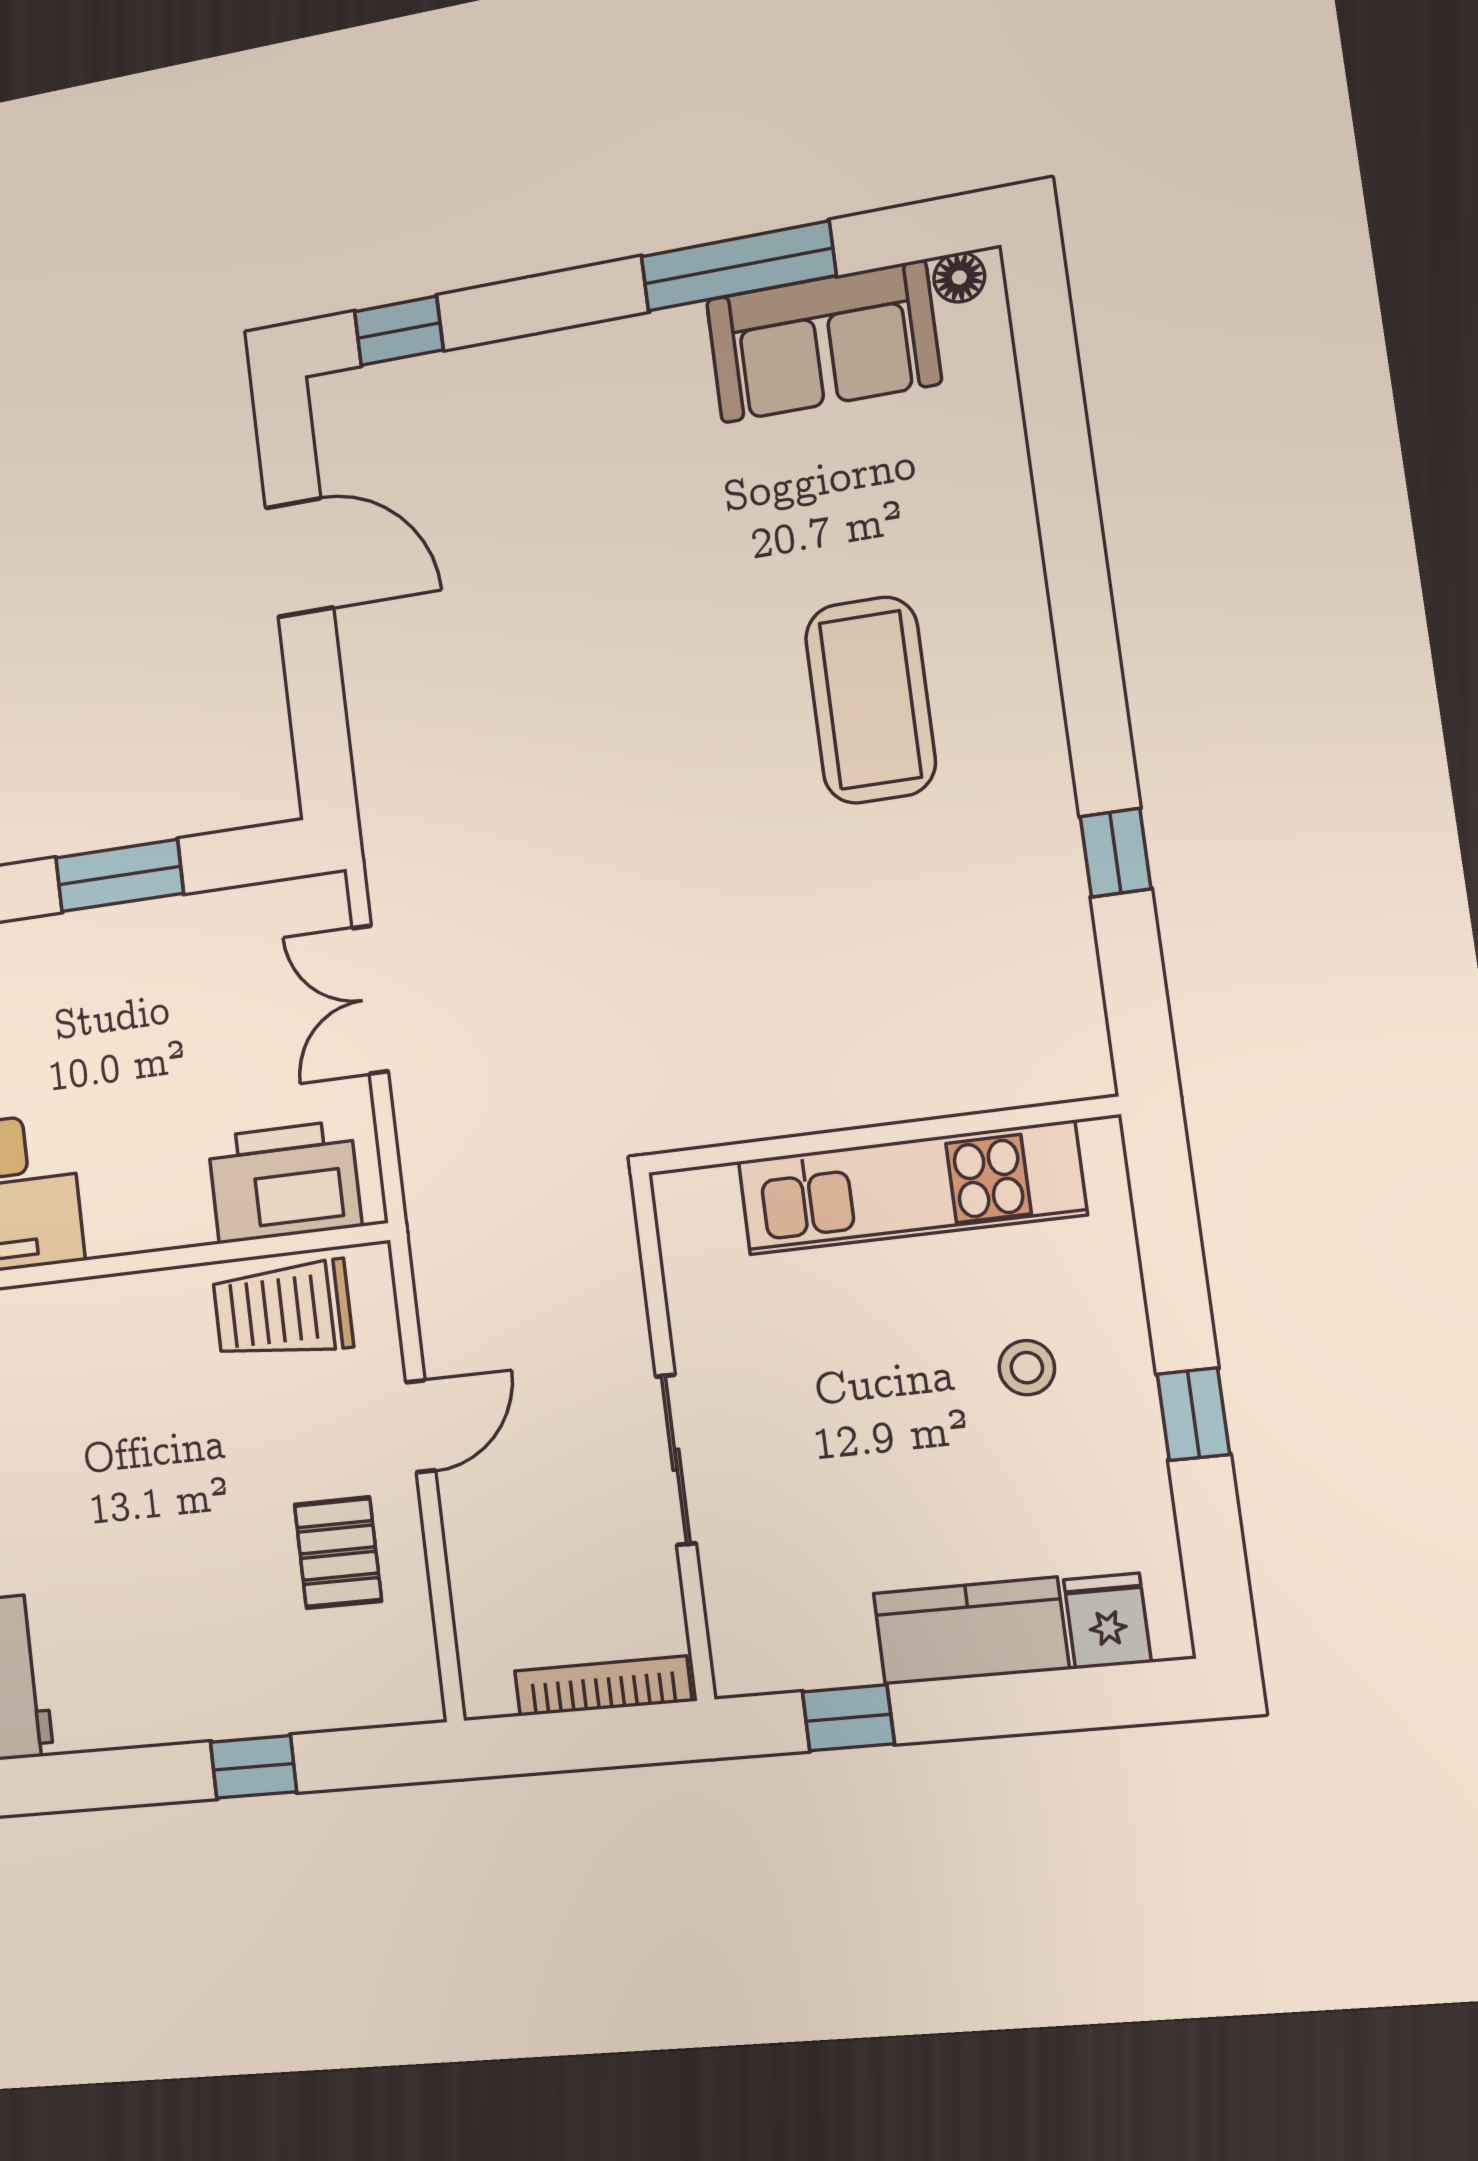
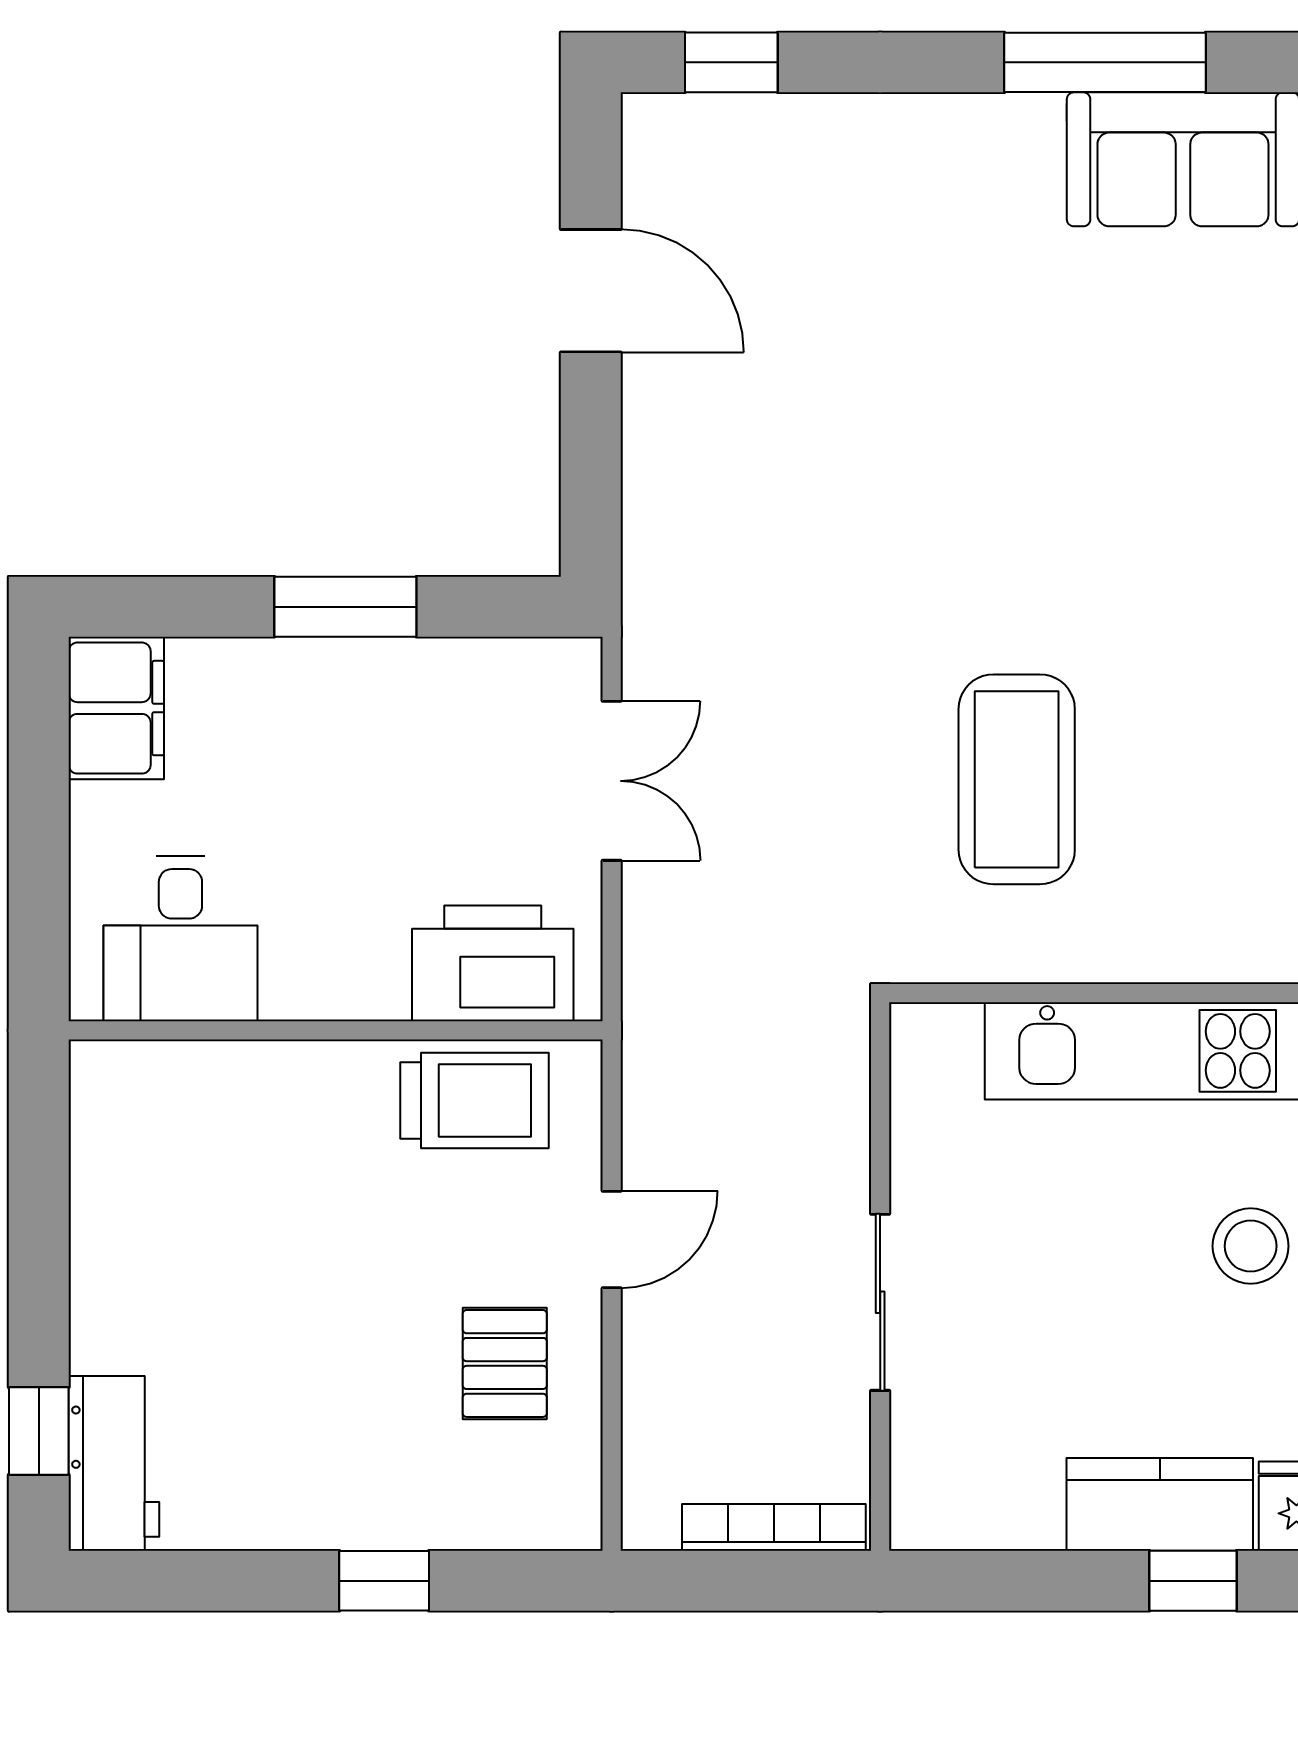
coffee table: (870, 700) -> (1017, 779), moved
double door: (370, 1000) -> (612, 781), swing flipped
trolley: (283, 1310) -> (474, 1101), turned 180
stool: (1027, 1368) -> (1251, 1246), width x1.37, depth x1.37
window: (848, 1718) -> (1193, 1581), moved

